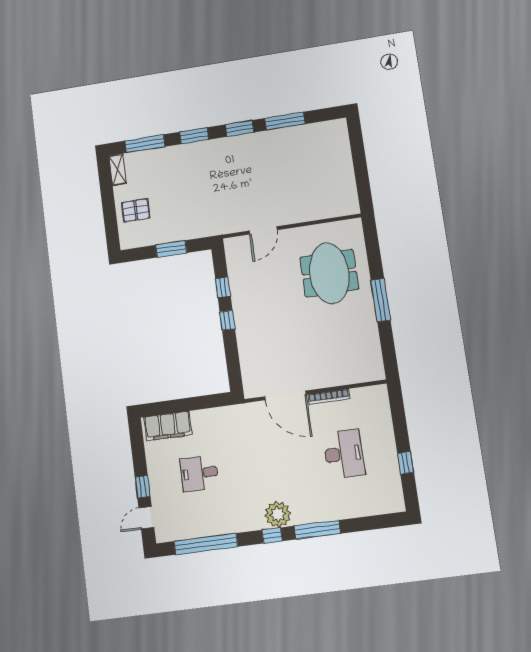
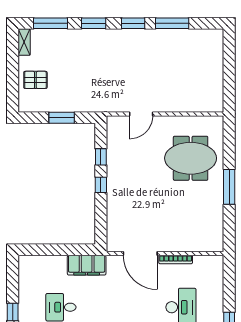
meeting table: (329, 273) -> (191, 158), turned 90
filing cabinet: (168, 426) -> (87, 265), moved

